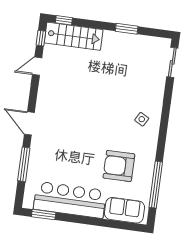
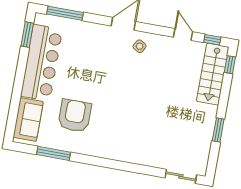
side table: (142, 119) -> (140, 46), moved
window: (24, 164) -> (65, 13), moved
window: (156, 185) -> (53, 153), width x0.68

